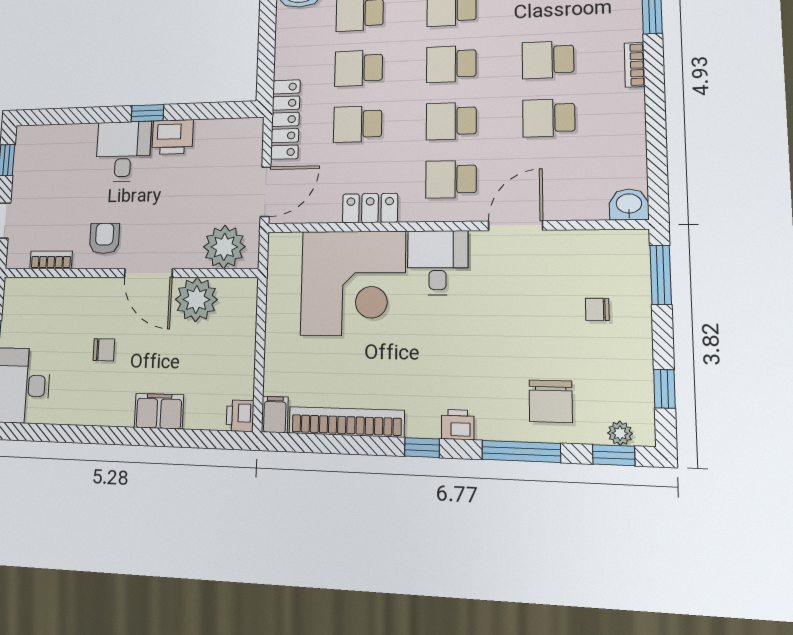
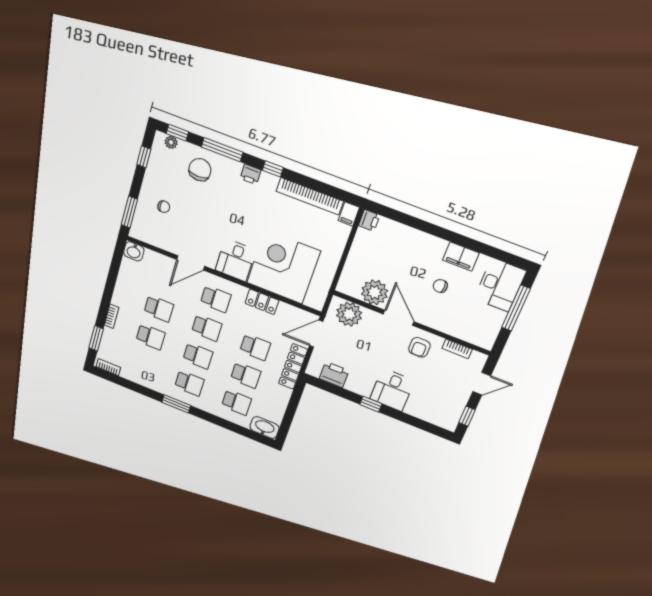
printer: (173, 137) -> (334, 375), moved
filing cabinet: (159, 411) -> (461, 256), moved

